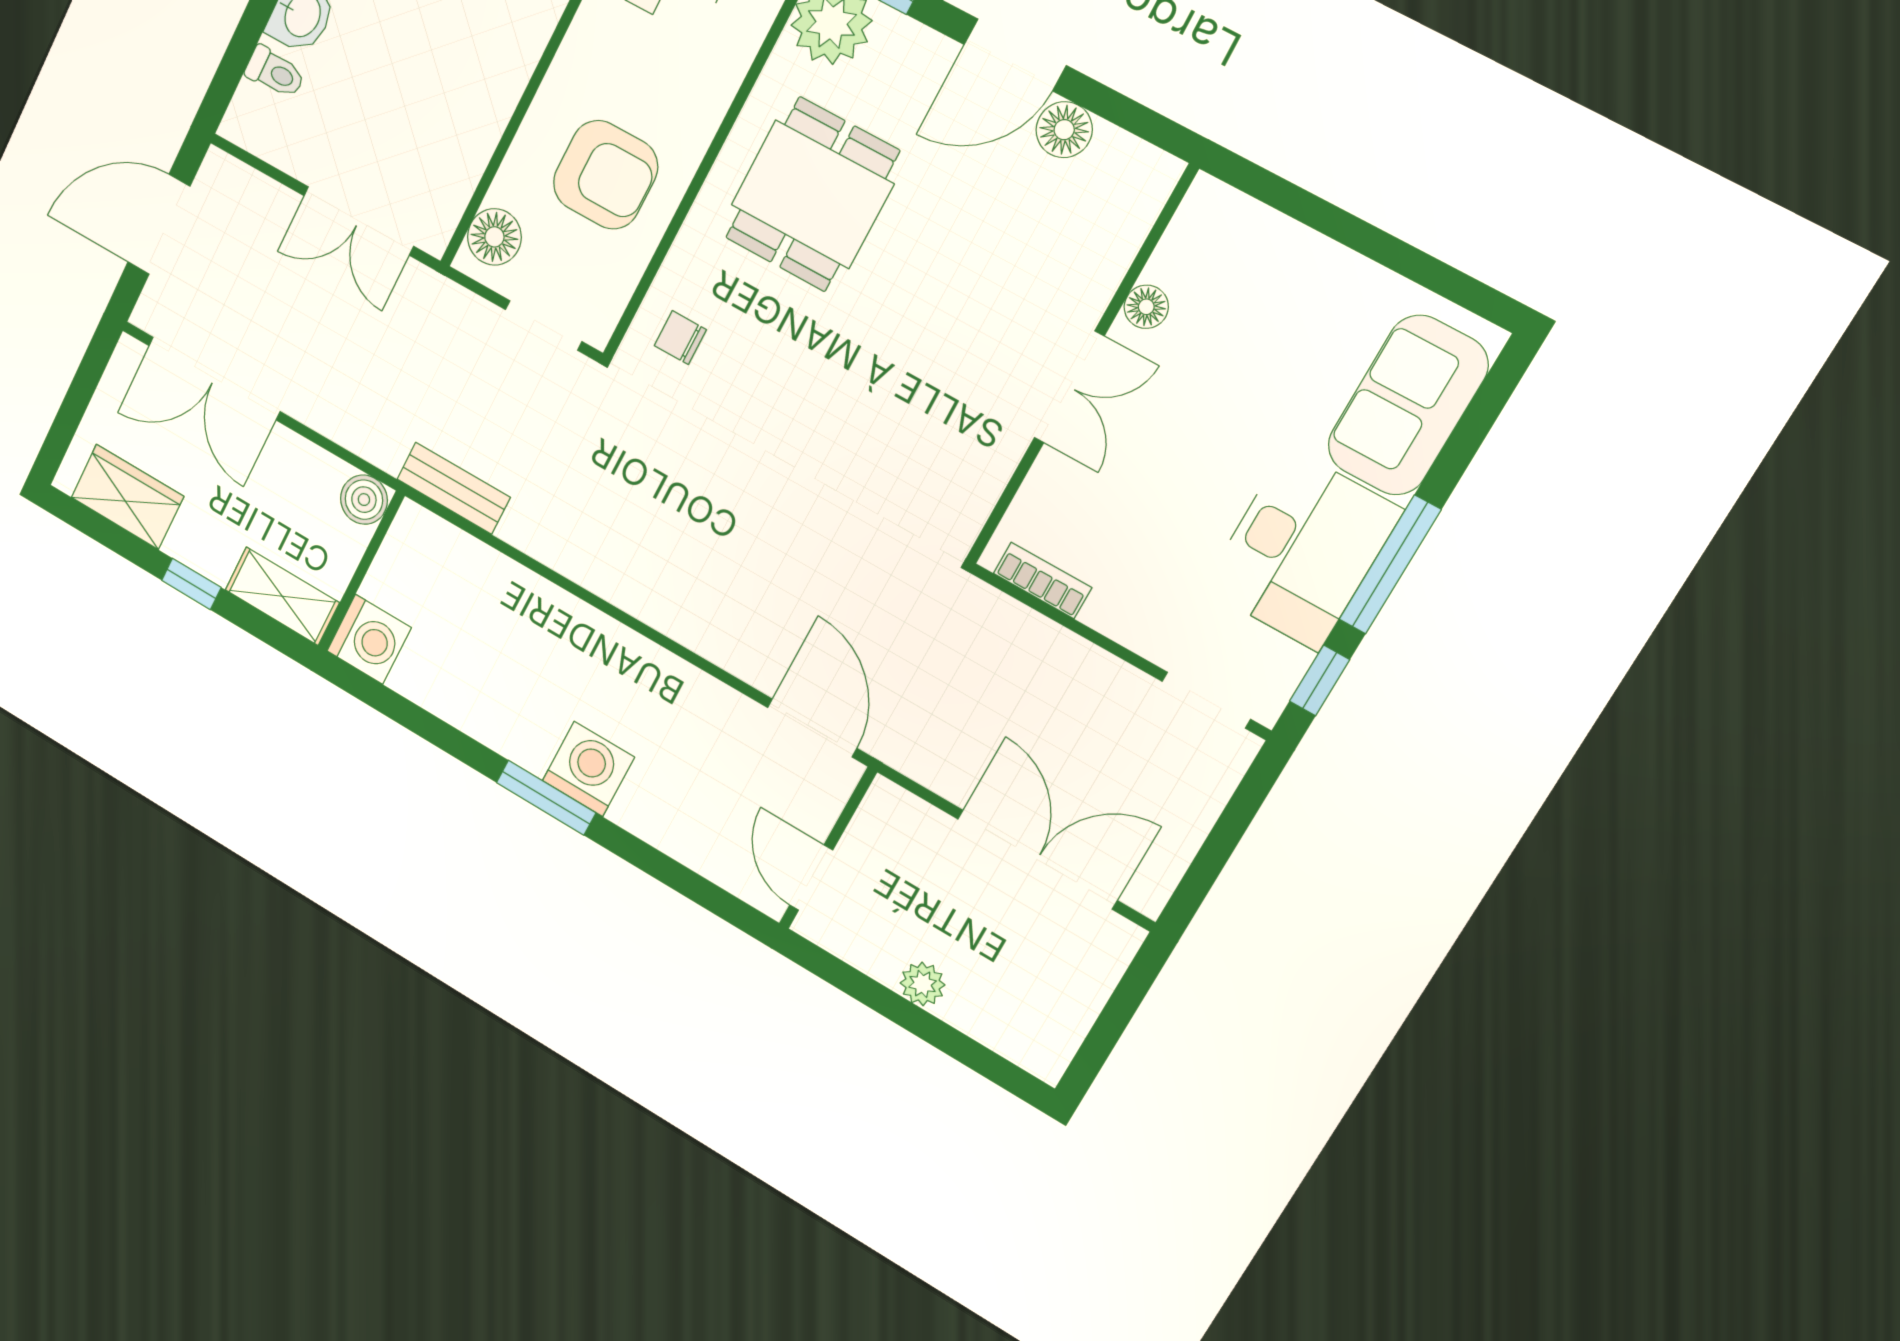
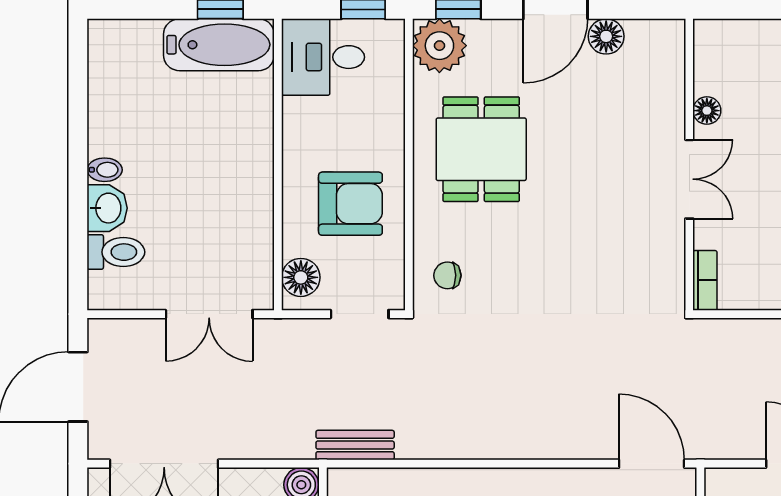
toilet: (275, 72) -> (116, 252), width x1.37, depth x1.39
bookcase: (1043, 580) -> (705, 280), moved, turned 90

